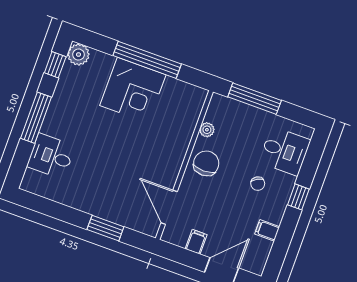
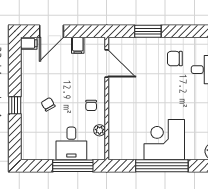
desk: (285, 151) -> (71, 143), moved, turned -90
chair: (206, 163) -> (91, 105), width x0.54, depth x0.54
chair: (85, 183) -> (175, 59), added
filing cabinet: (267, 230) -> (29, 43), moved

